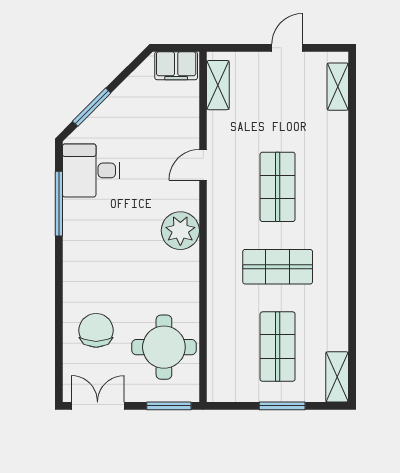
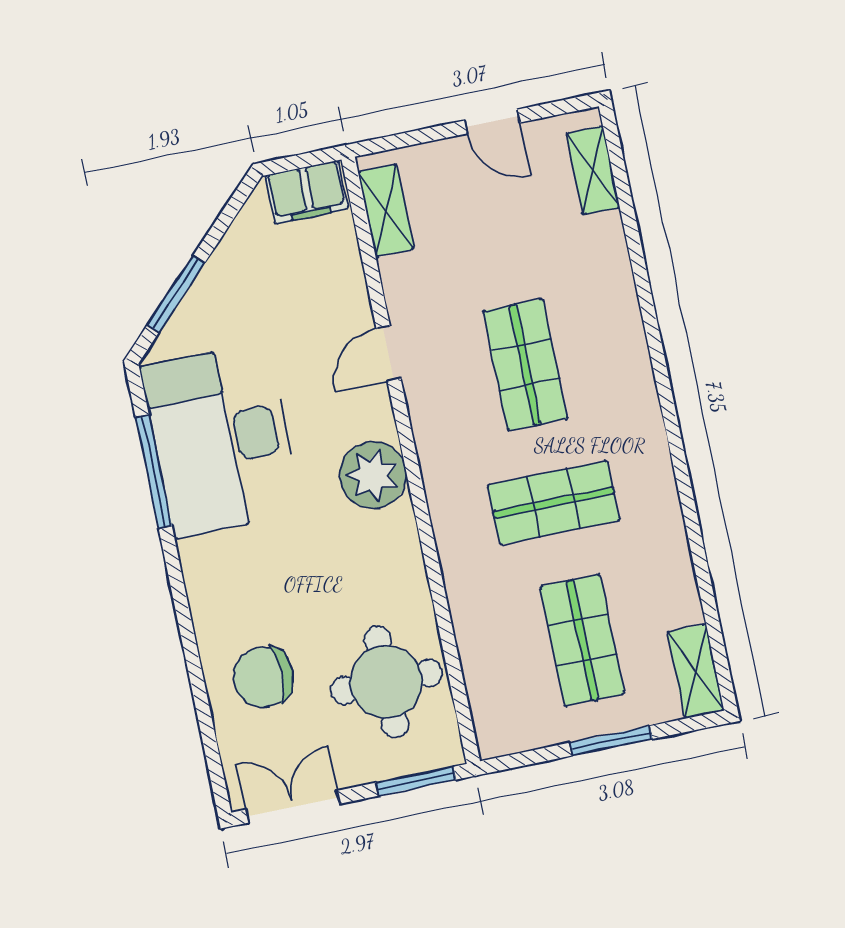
door: (287, 48) -> (492, 121), swing flipped
desk: (91, 170) -> (221, 440), width x1.87, depth x1.30
chair: (96, 330) -> (263, 677), turned -90

